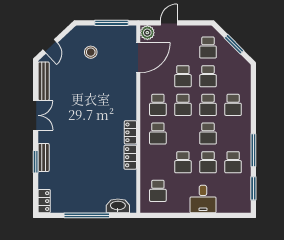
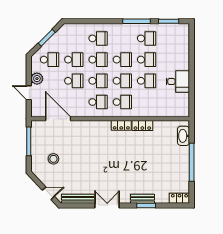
plant: (147, 33) -> (37, 79), moved
school desk: (158, 191) -> (122, 81), moved
desk: (203, 199) -> (178, 81), moved

